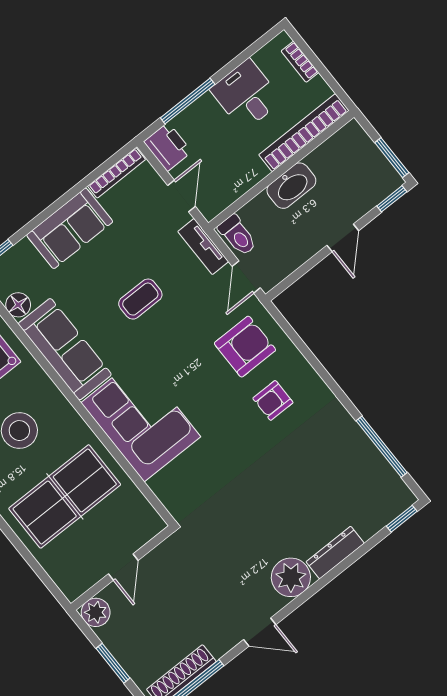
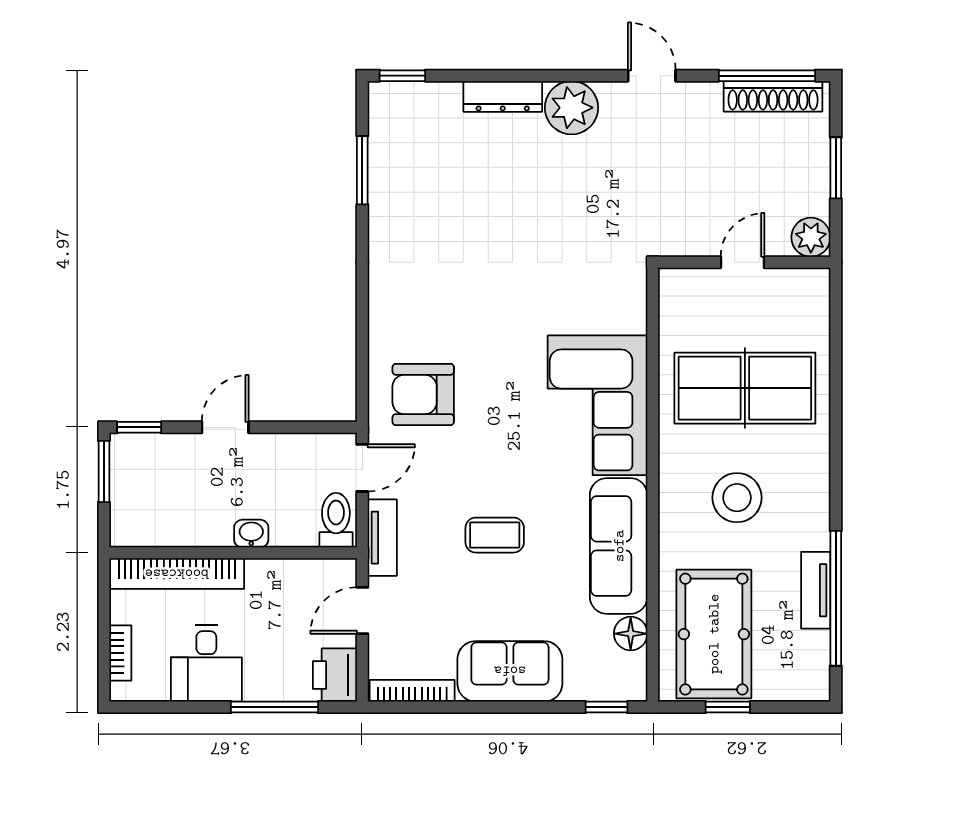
washbasin: (291, 186) -> (251, 534), width x0.52, depth x0.69
armchair: (273, 400) -> (439, 313), removed
window: (382, 447) -> (362, 170), width x0.69

